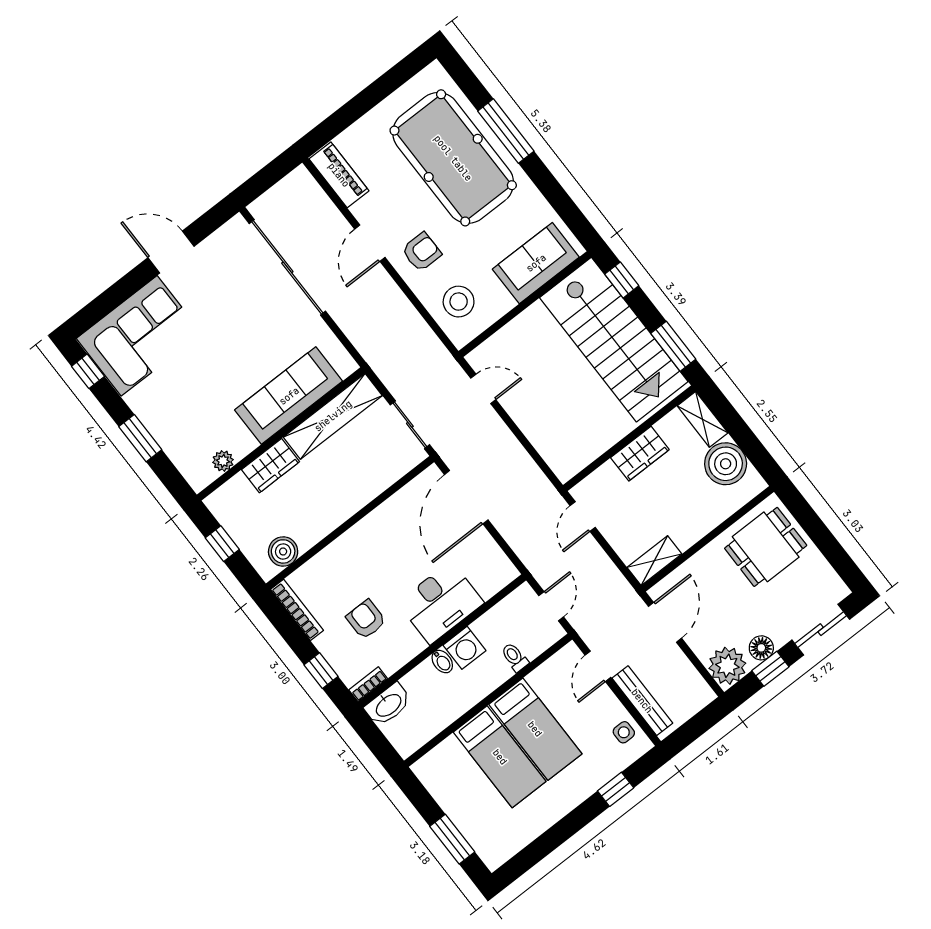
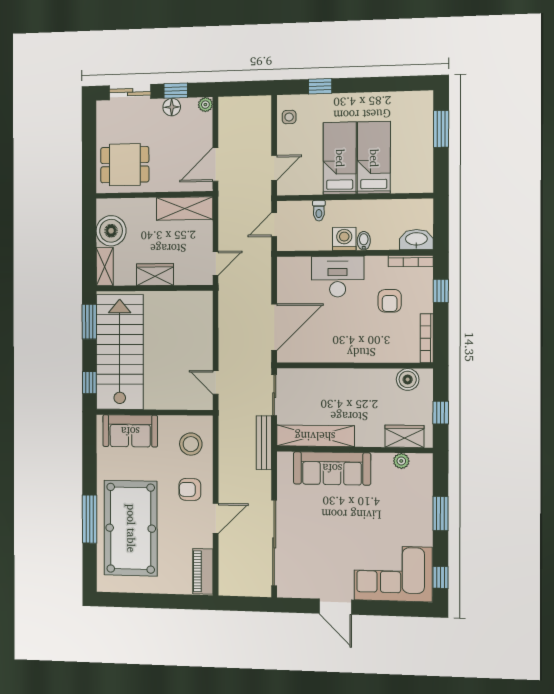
wardrobe: (270, 466) -> (404, 436), moved
shelving: (654, 561) -> (185, 208), width x1.50, depth x1.33
plant: (727, 666) -> (205, 105), width x0.53, depth x0.53
bookcase: (368, 684) -> (411, 261), width x1.56
bench: (642, 701) -> (264, 443), moved

